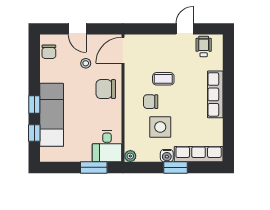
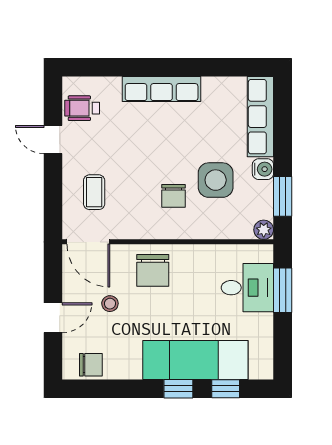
coffee table: (163, 79) -> (94, 192), moved
desk: (107, 146) -> (247, 288), moved
window: (175, 167) -> (283, 196), moved

